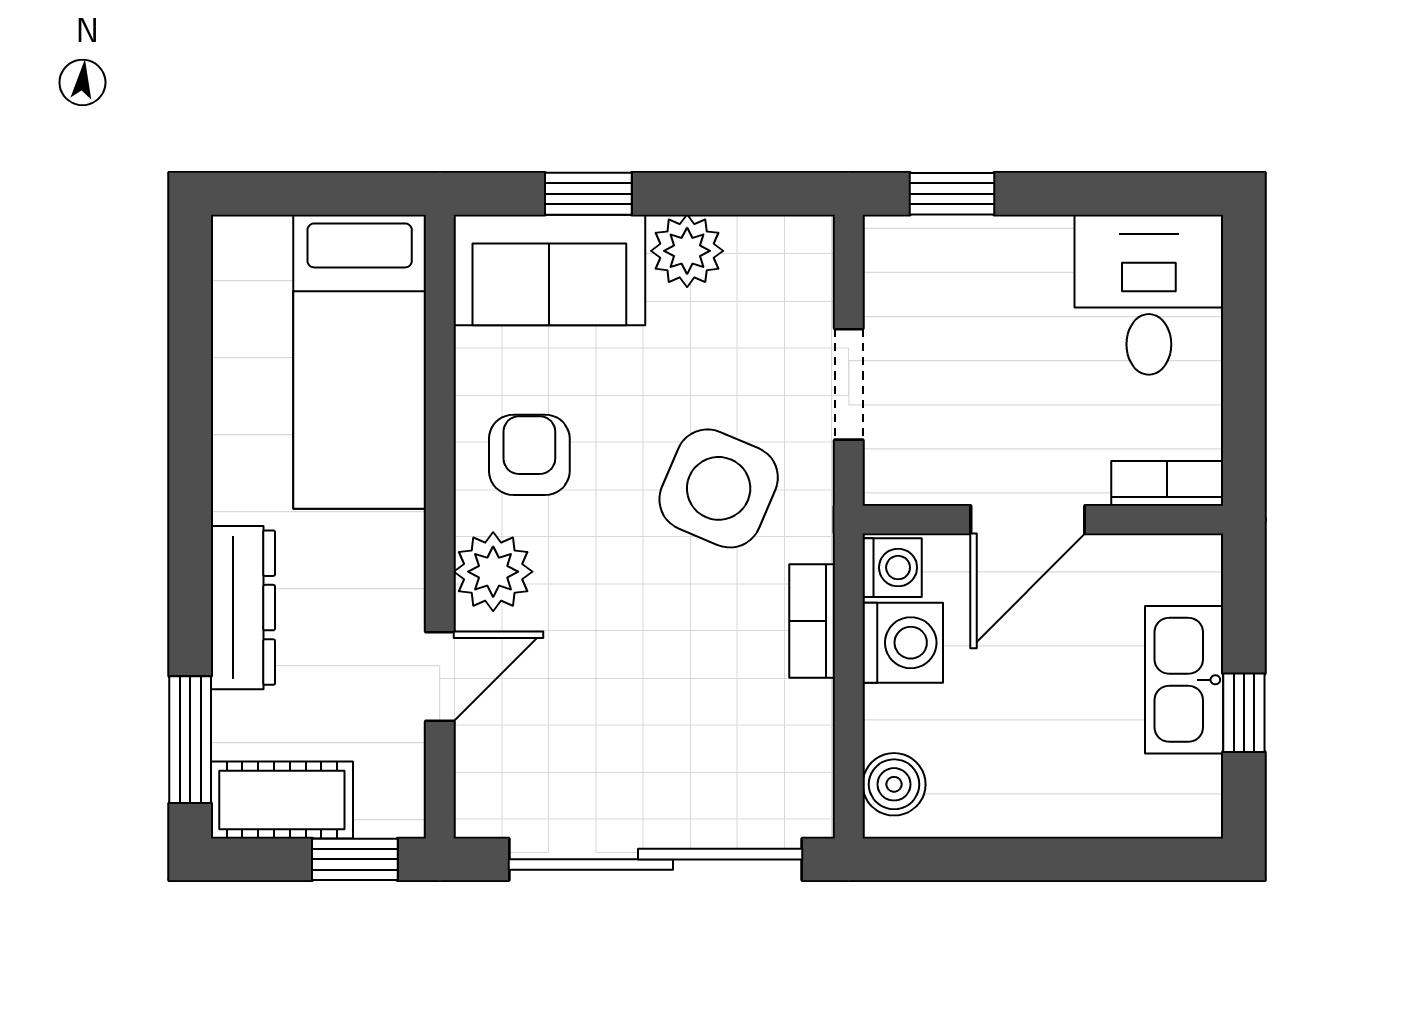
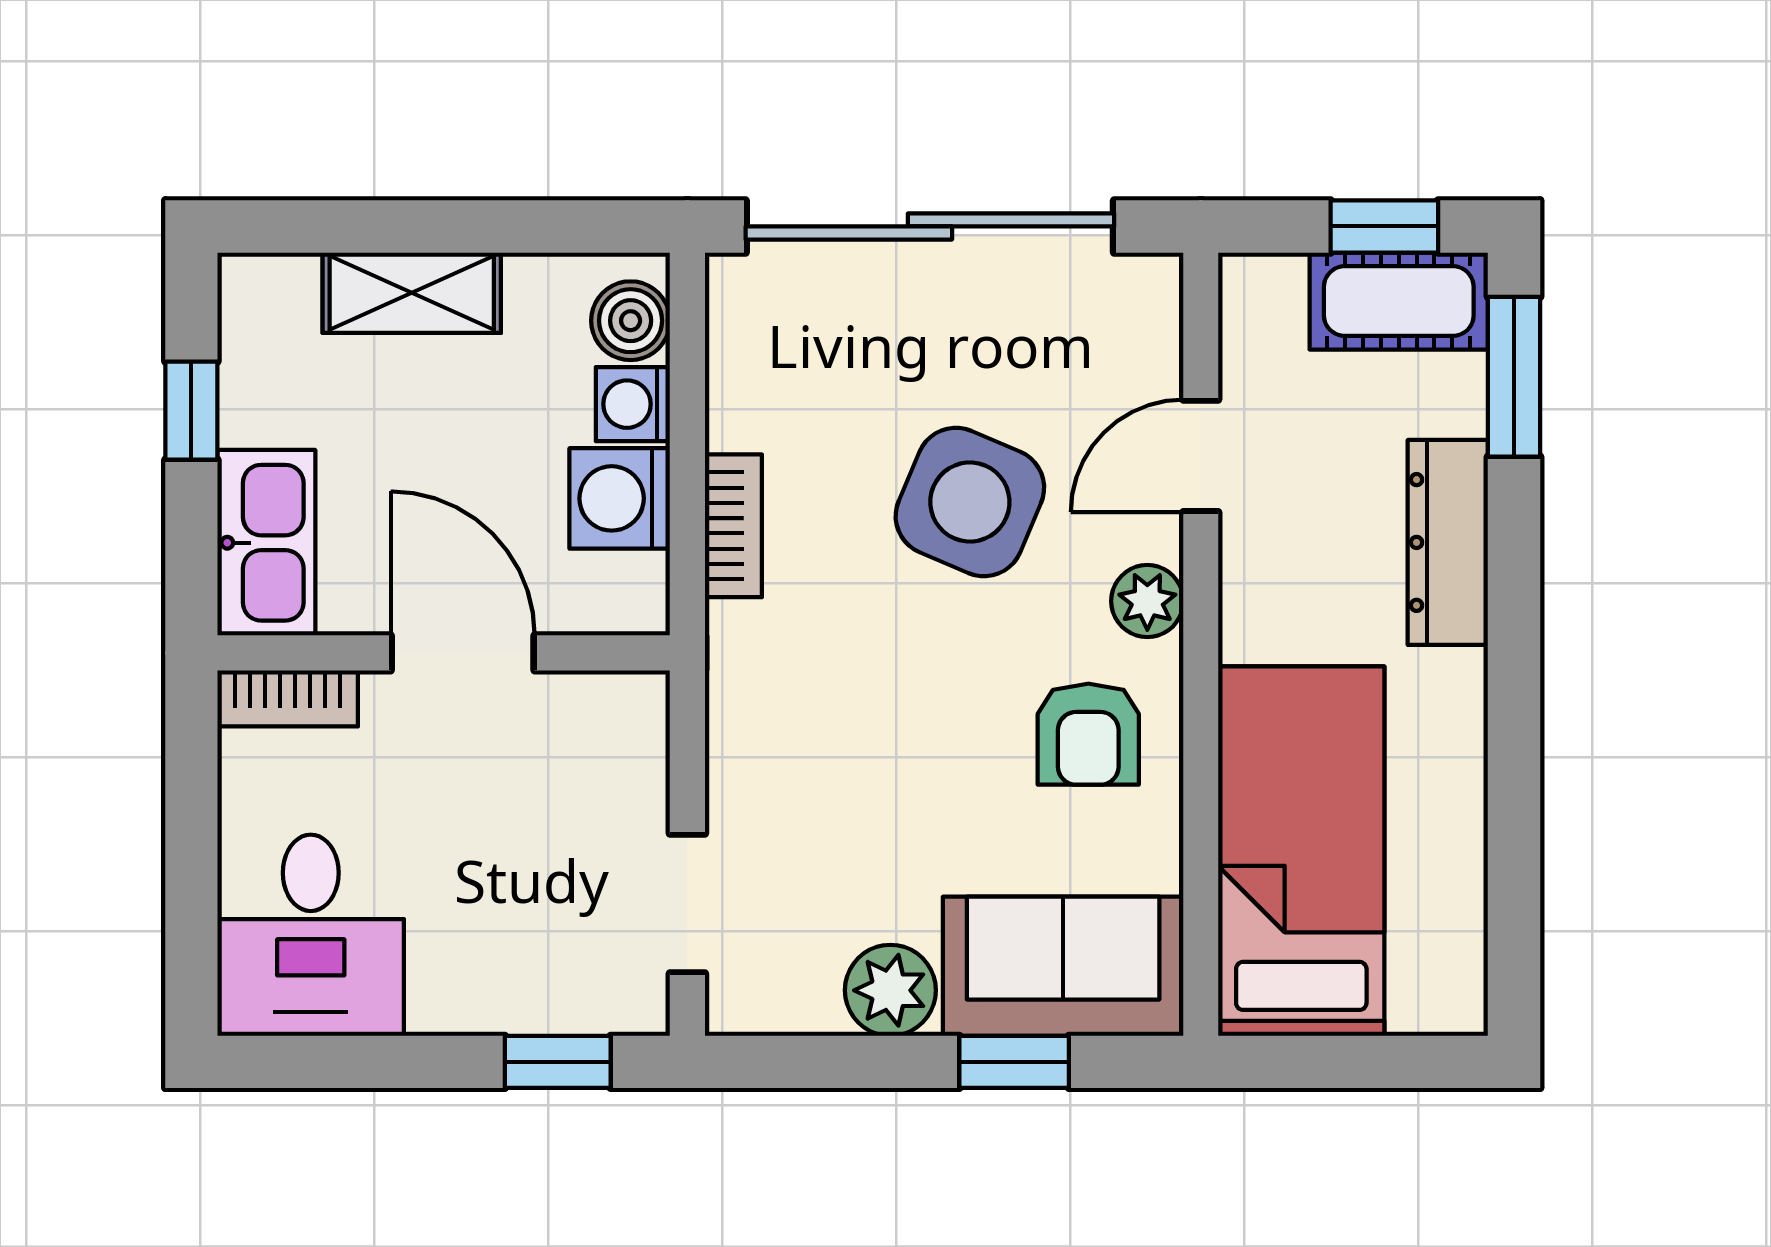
doorway: (849, 384) -> (687, 903), moved
side table: (719, 488) -> (970, 502), moved
door: (1028, 520) -> (463, 653), hinge flipped
washing machine: (892, 568) -> (633, 404), moved
plant: (493, 572) -> (1147, 601), width x0.73, depth x0.73
kitchen sink: (1184, 680) -> (266, 543), moved
shelving: (1068, 807) -> (412, 293), added
window: (355, 859) -> (1384, 226), moved

